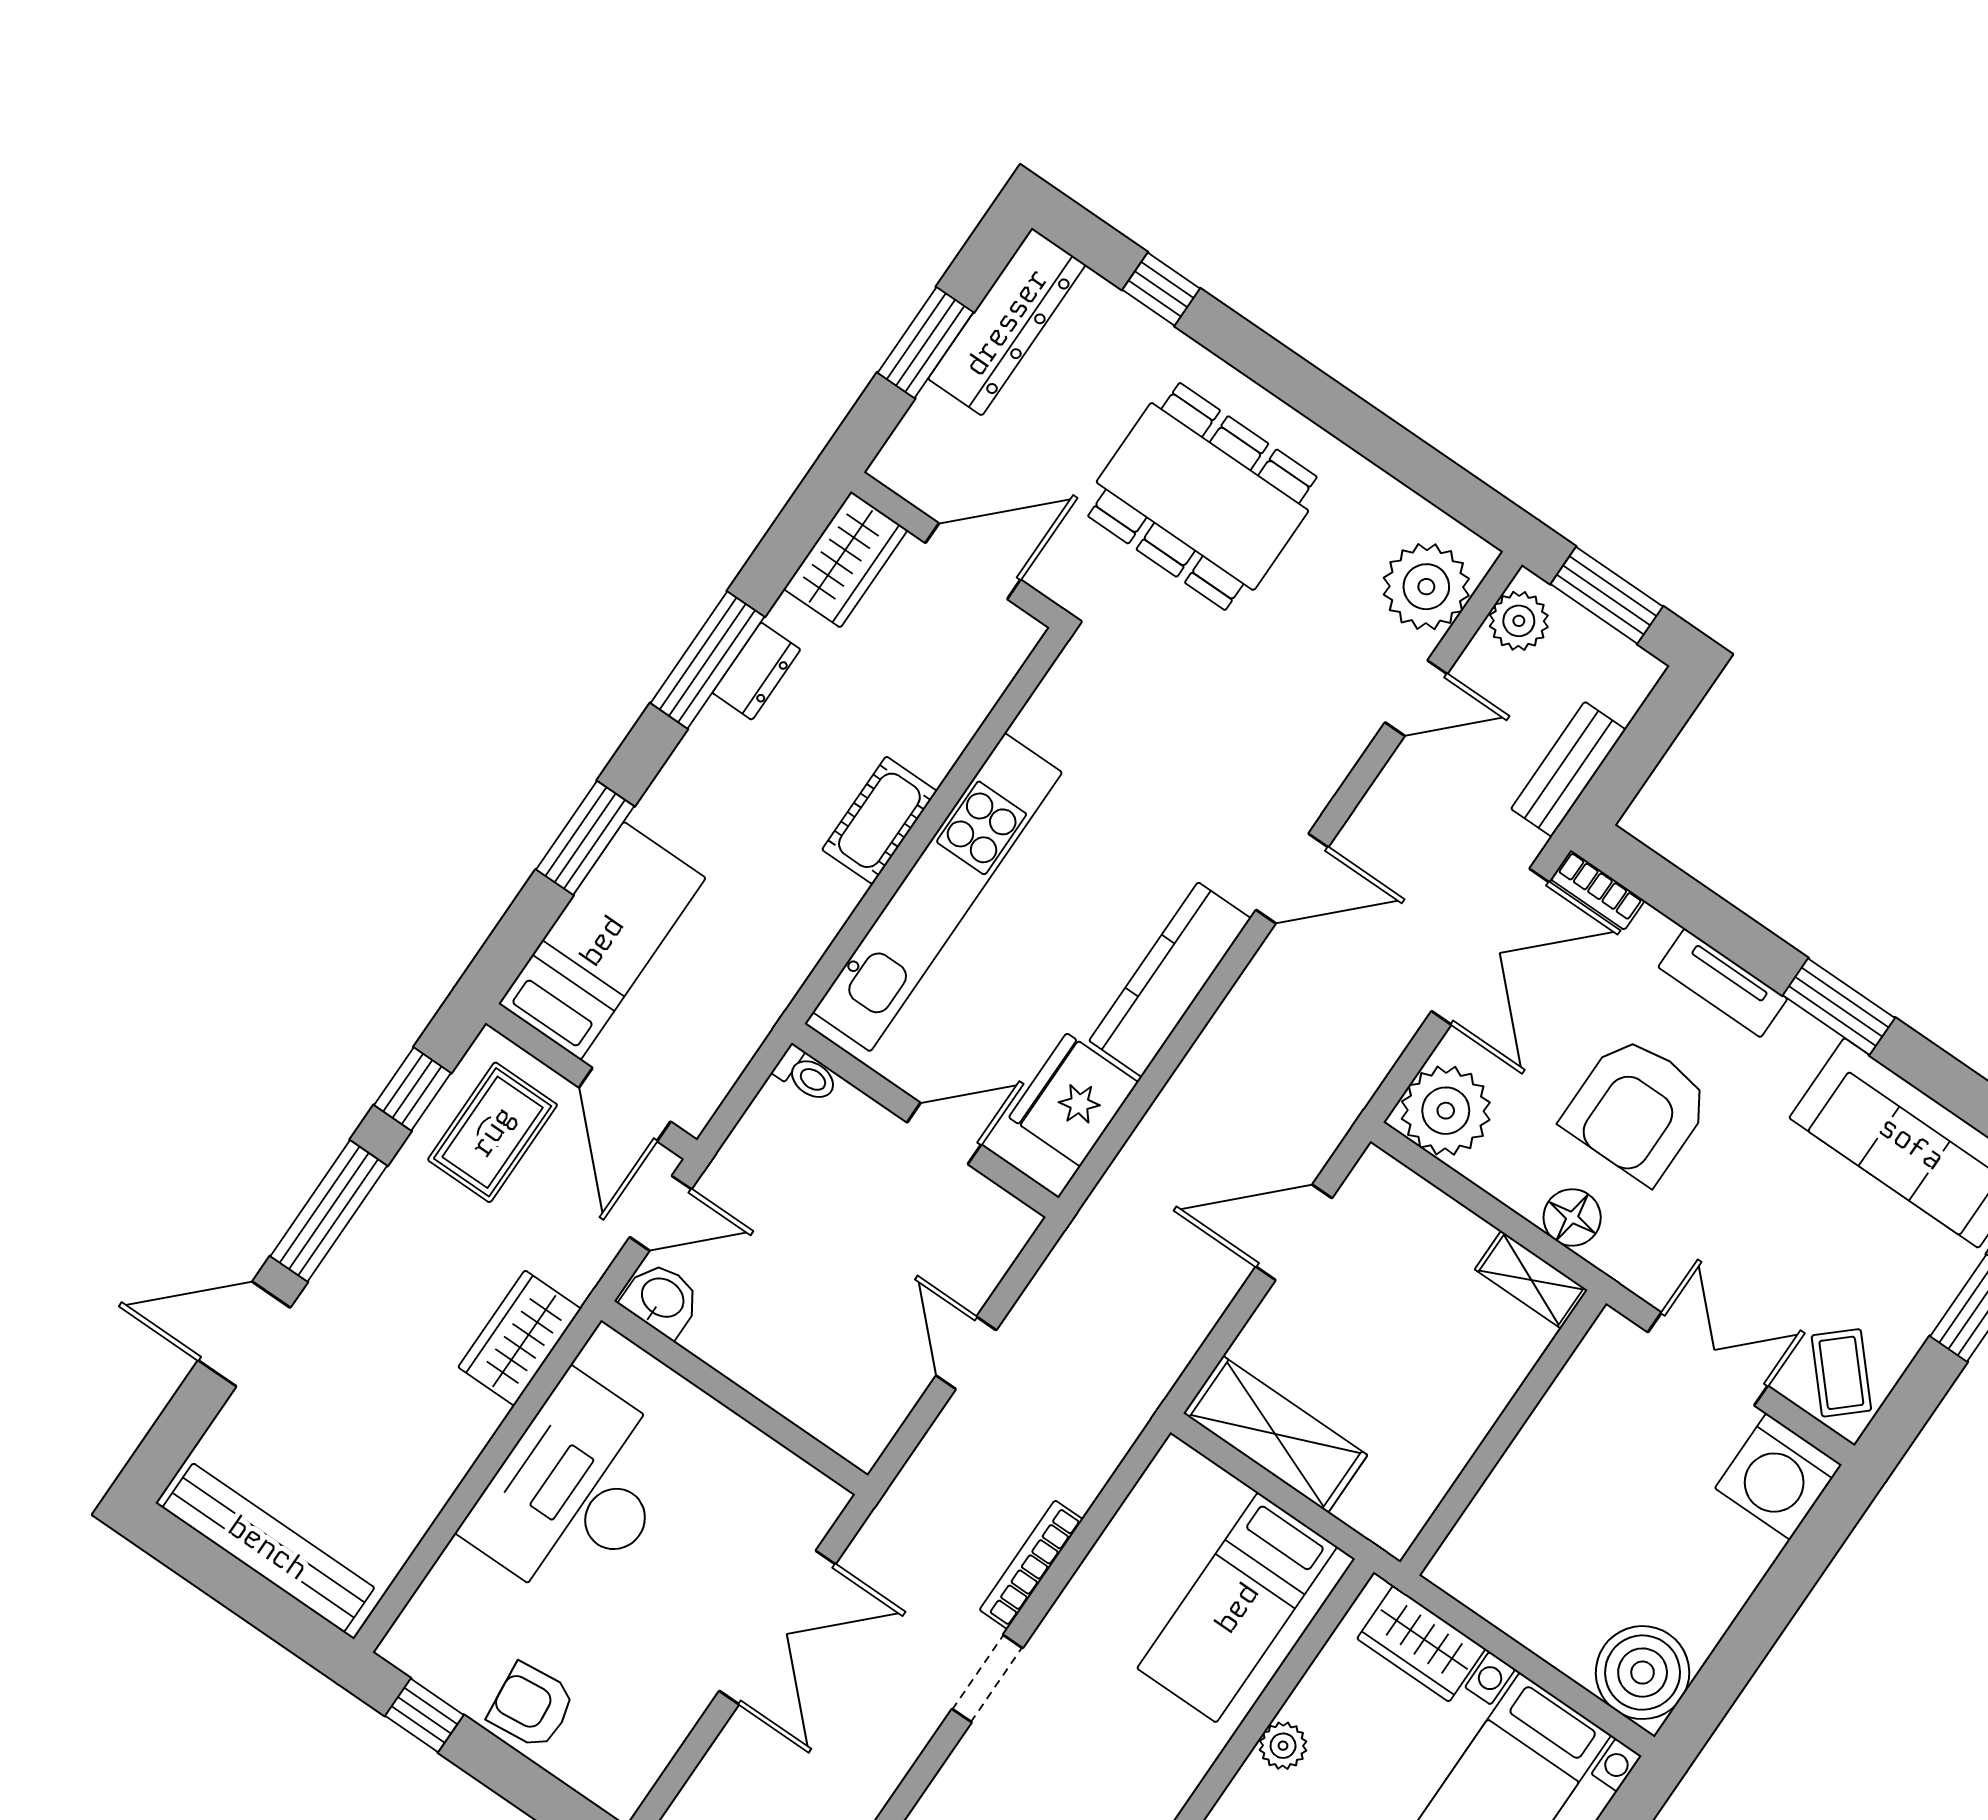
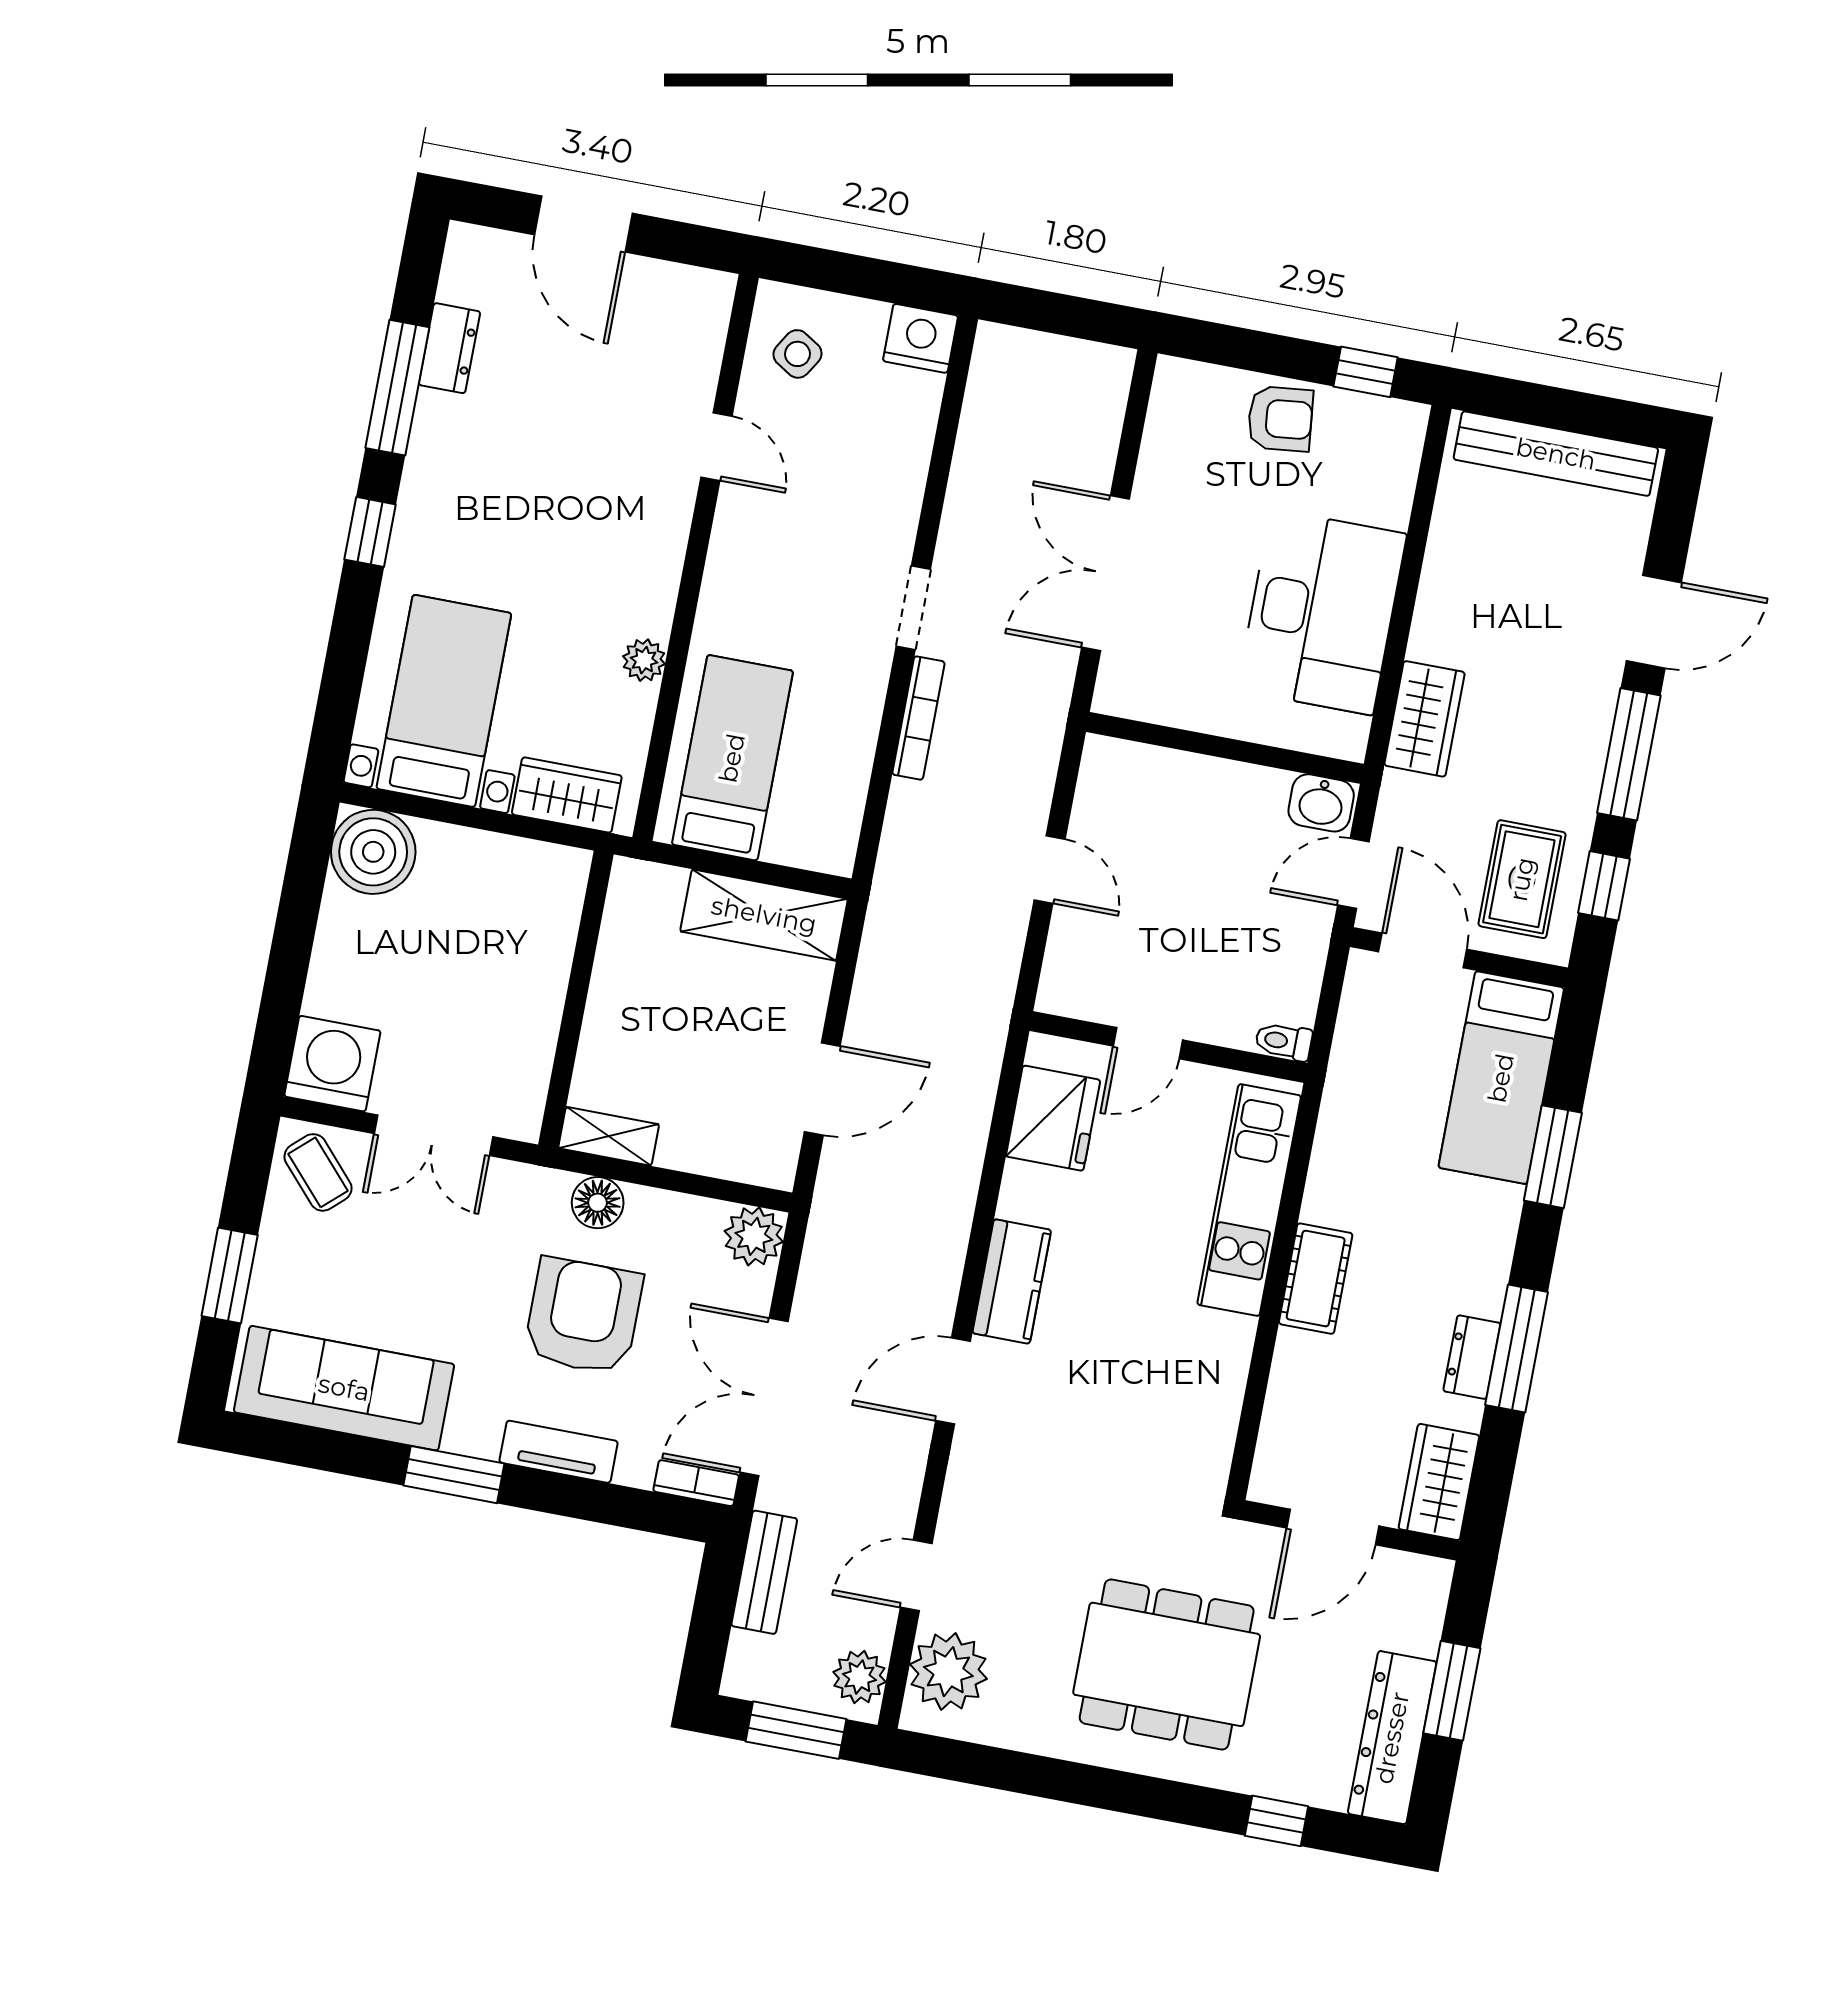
kitchen unit: (937, 892) -> (1249, 1200), width x0.73
kitchen counter: (1170, 980) -> (1012, 1281), width x0.67
plant: (1446, 1111) -> (754, 1236), width x0.73, depth x0.73

